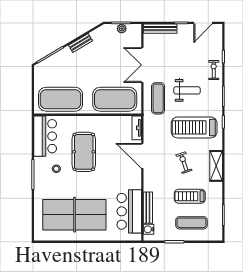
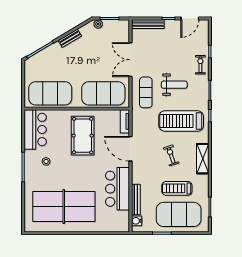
plant: (122, 29) -> (98, 24), moved
pool table: (84, 152) -> (83, 136), moved
bar counter: (129, 211) -> (118, 189), moved
exercise mat: (191, 223) -> (179, 214), width x2.00, depth x1.45

